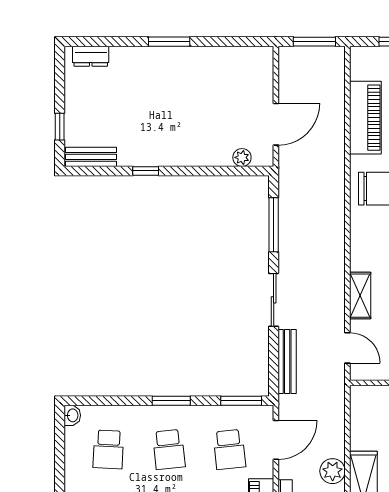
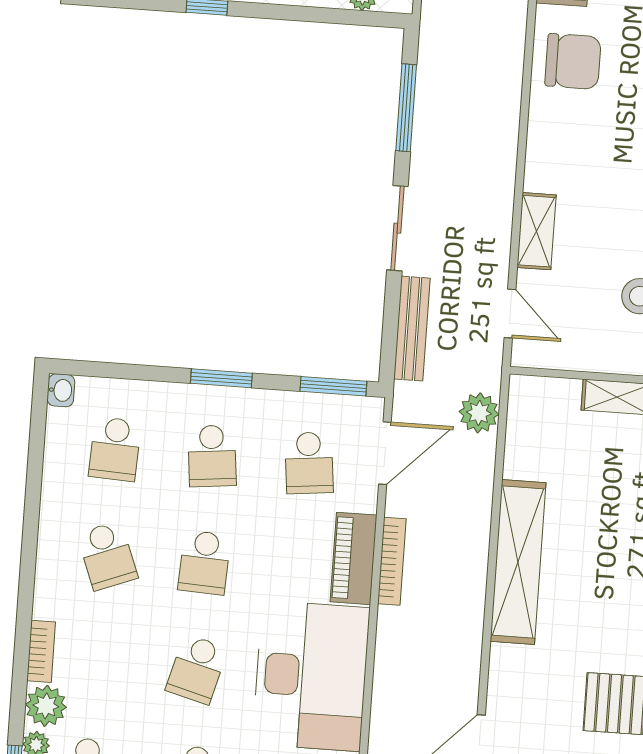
plant: (333, 471) -> (479, 413), moved

